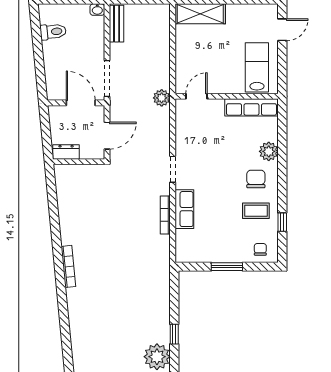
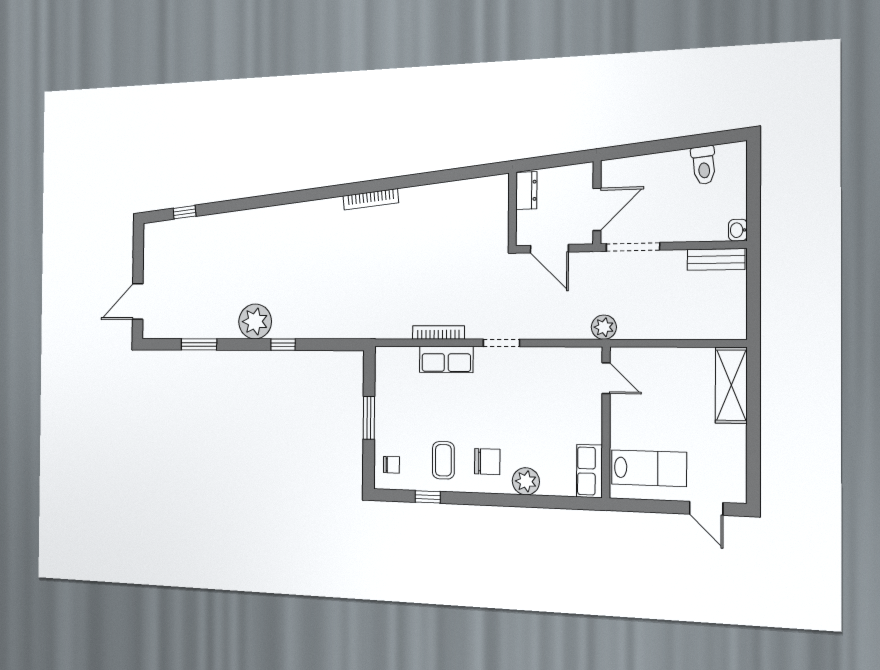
row of seats: (251, 107) -> (589, 471), width x0.68

